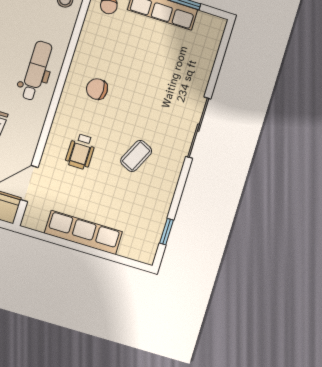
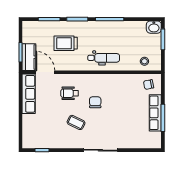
chair: (97, 89) -> (95, 102), moved
row of seats: (83, 233) -> (29, 94), moved

